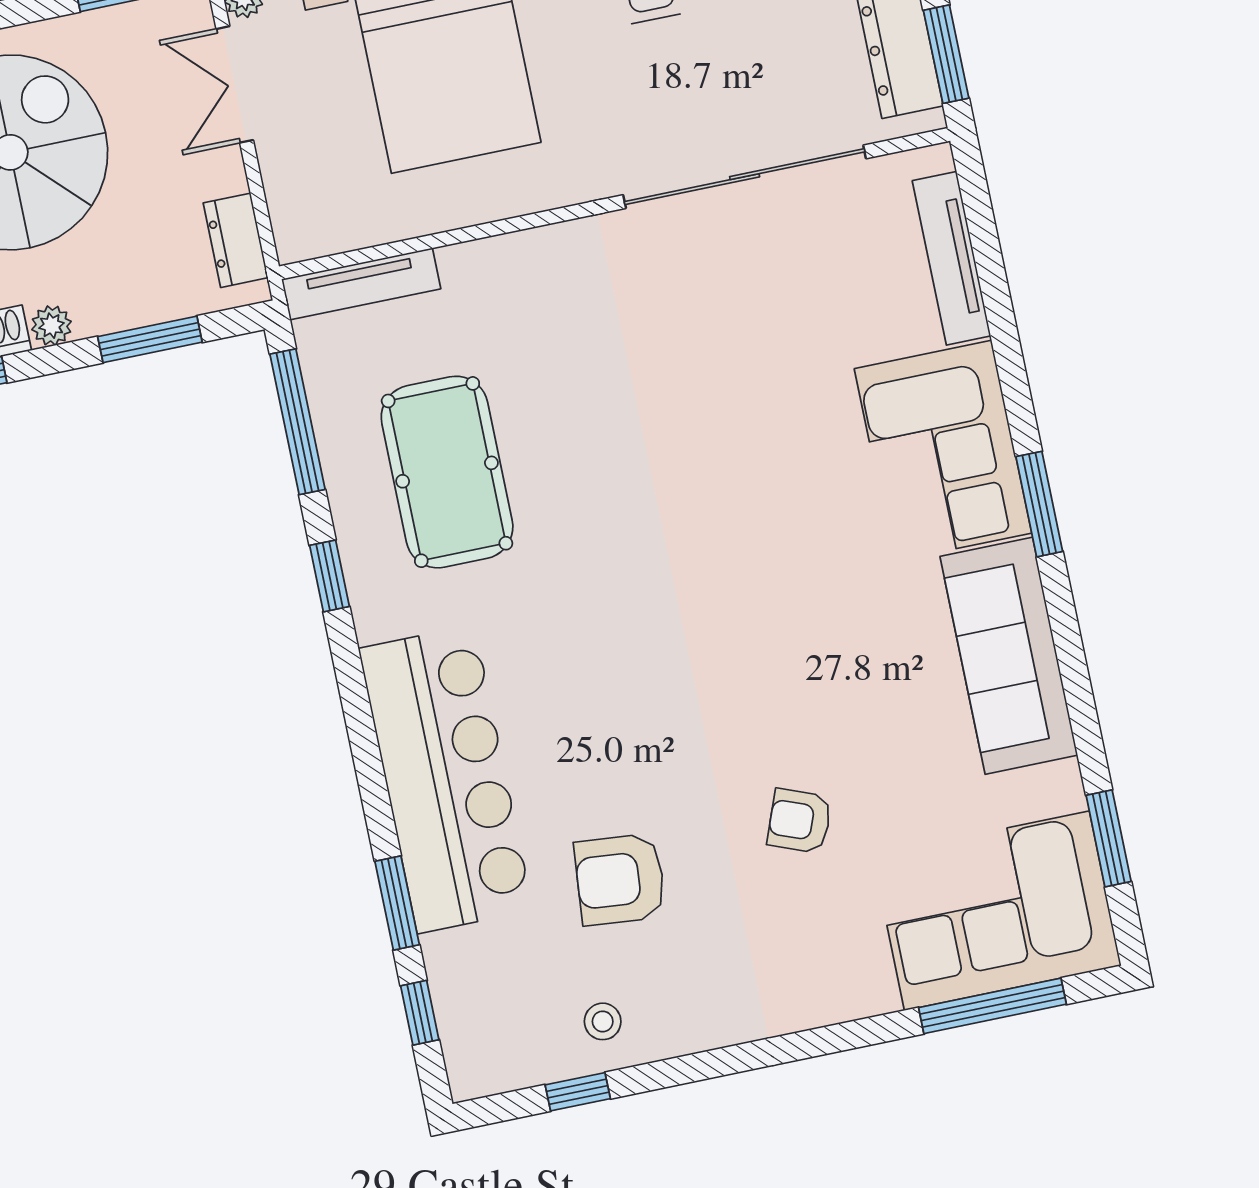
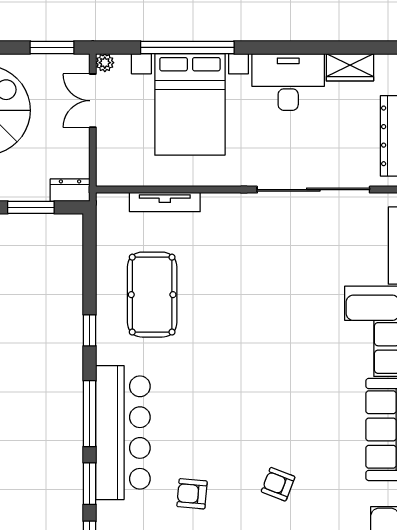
dresser: (236, 240) -> (70, 190), moved, turned 90
tv unit: (361, 284) -> (165, 202), moved
window: (297, 422) -> (90, 414), moved
armchair: (620, 879) -> (192, 494), width x0.72, depth x0.72

